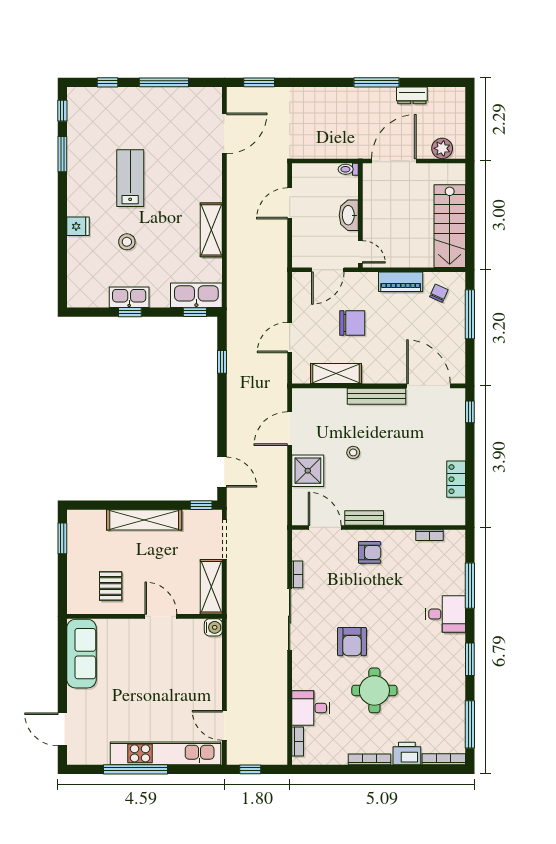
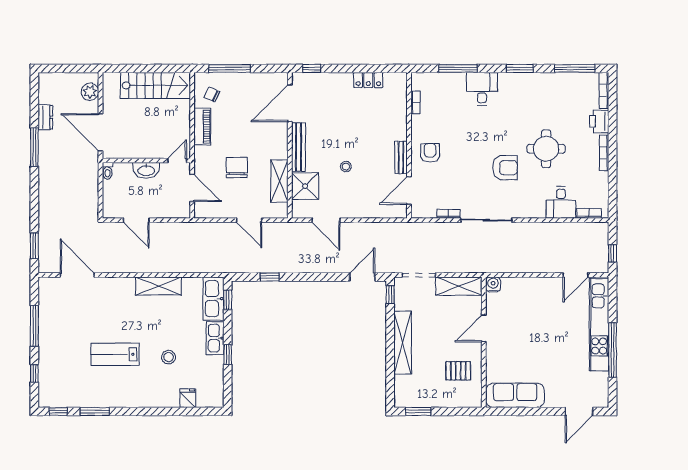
fridge: (78, 226) -> (188, 398), moved
kitchen sink: (129, 297) -> (215, 338), moved
shower: (308, 471) -> (305, 186), moved

